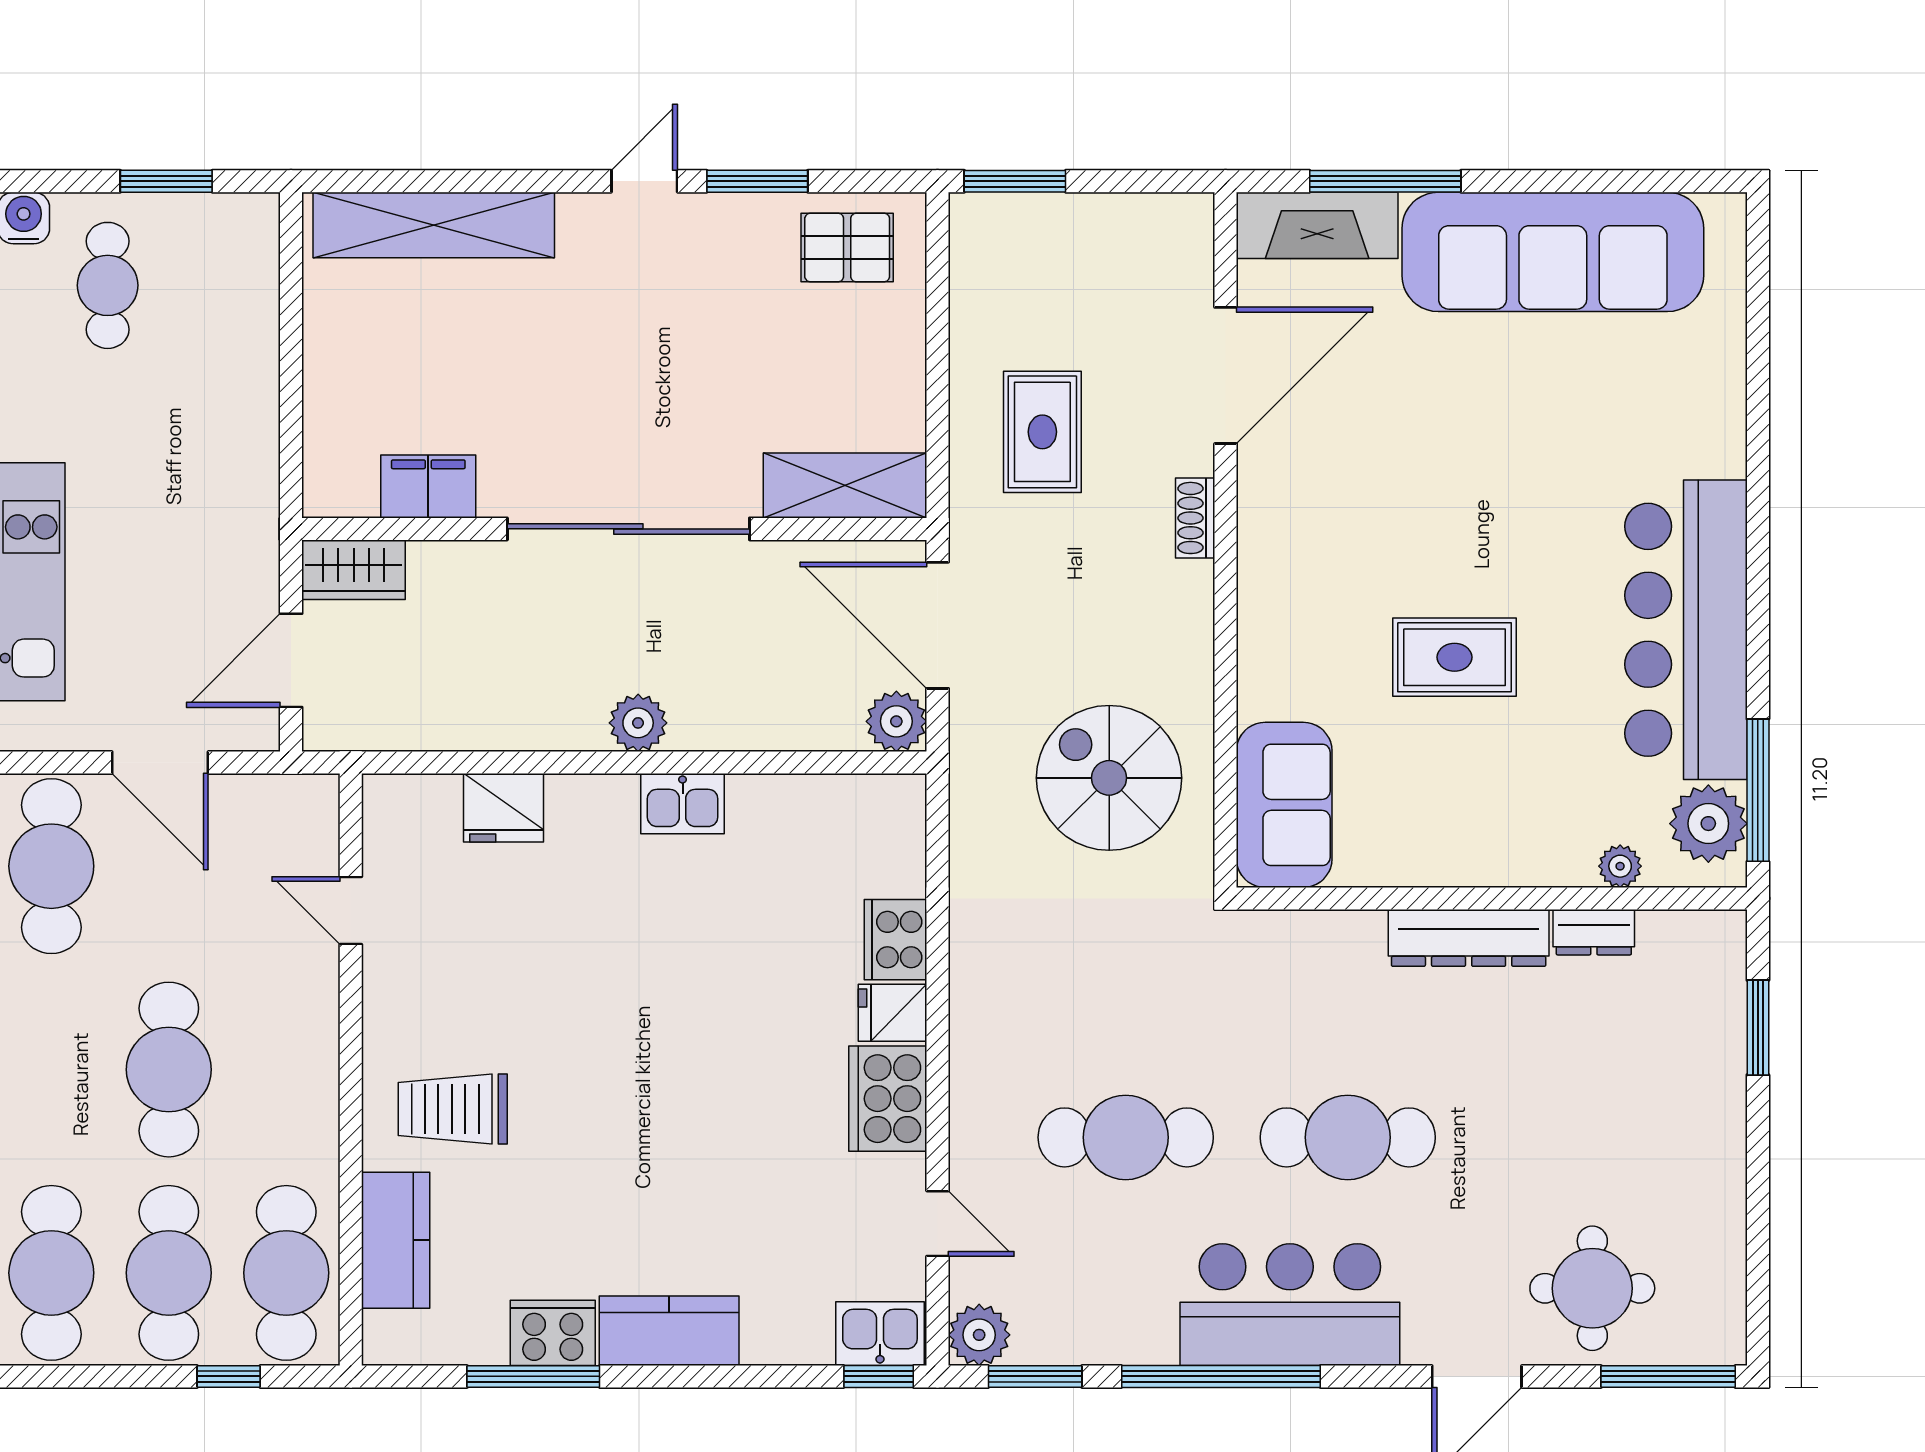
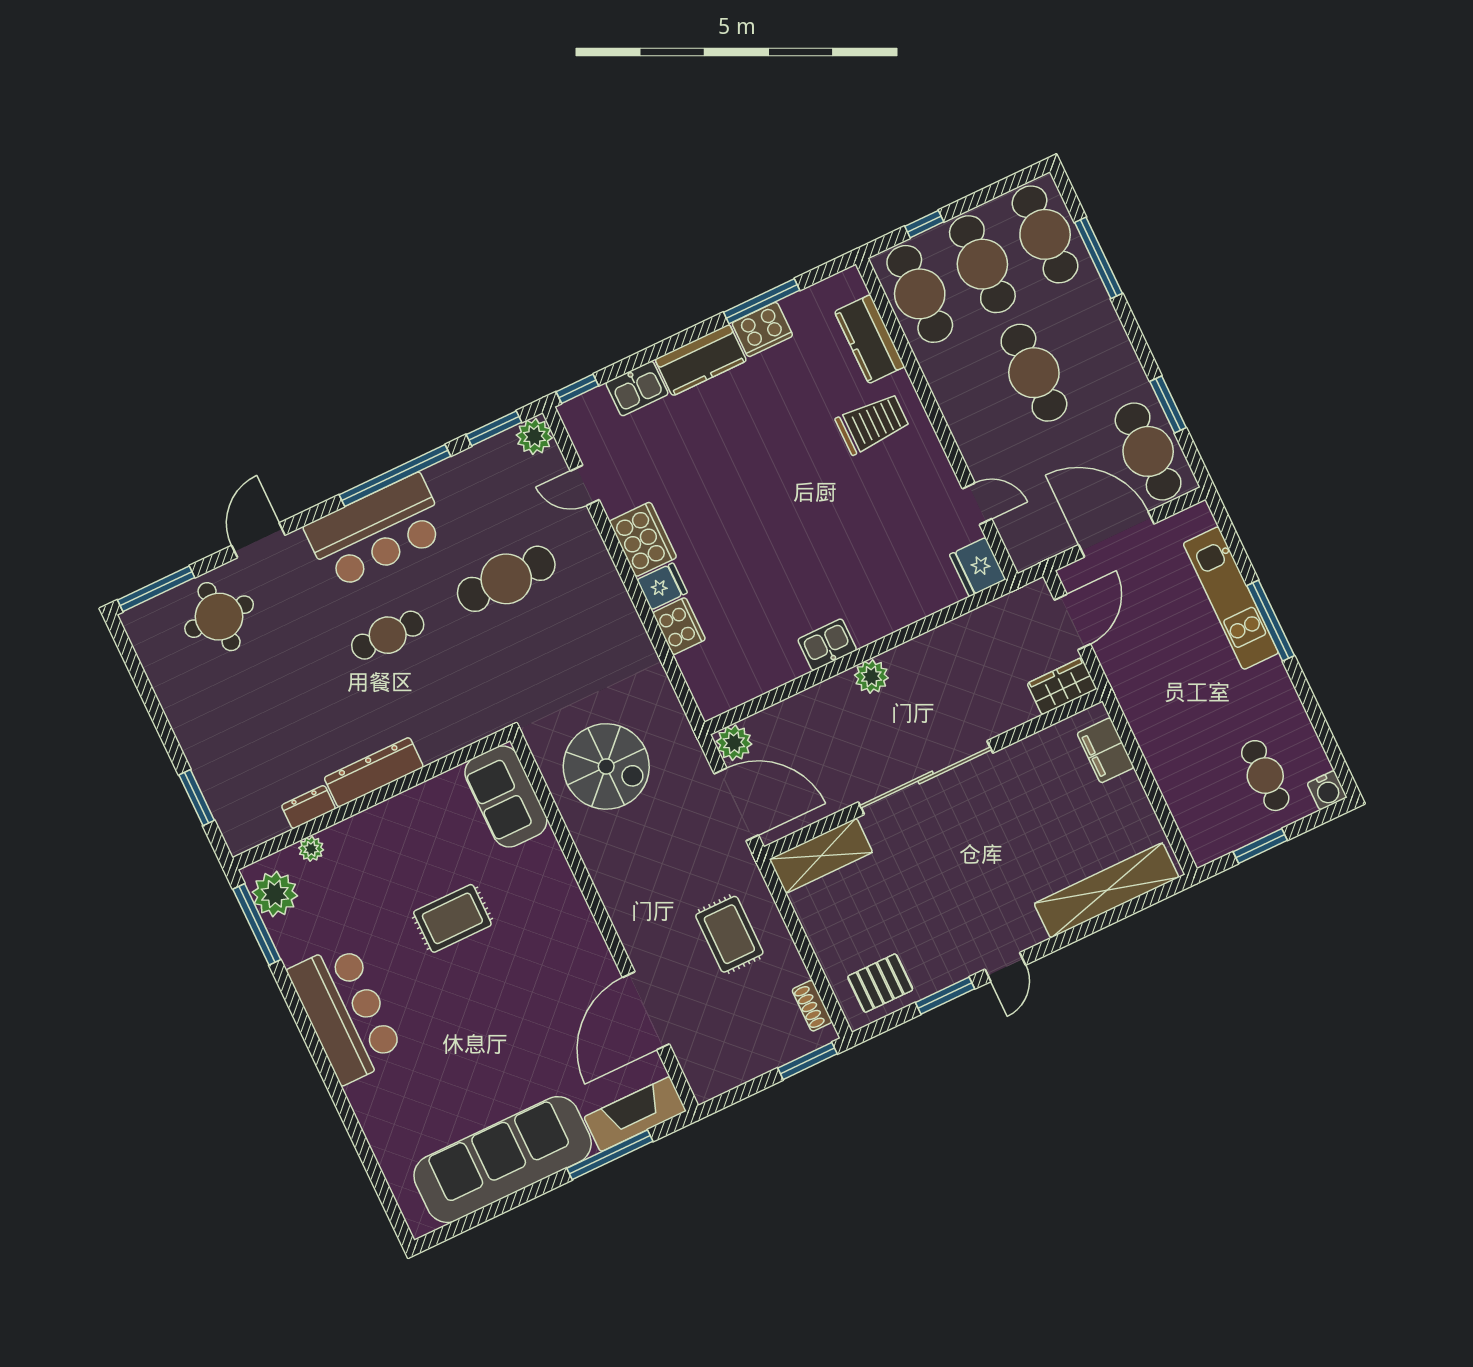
filing cabinet: (428, 486) -> (1106, 750), moved, turned 90
shoe rack: (1195, 518) -> (812, 1006), moved, turned 180
bar counter: (1686, 630) -> (346, 1013), width x0.73
door: (160, 763) -> (1116, 534), width x1.36
fridge: (503, 808) -> (978, 567), moved, turned -90
cafe table: (1348, 1137) -> (388, 635), width x0.73, depth x0.74
kitchen sink: (880, 1334) -> (637, 389), moved

